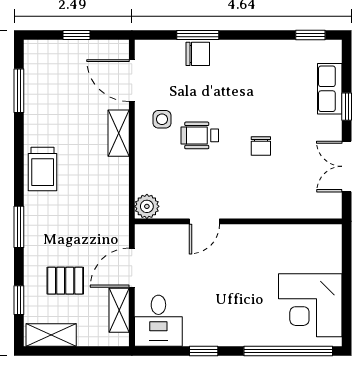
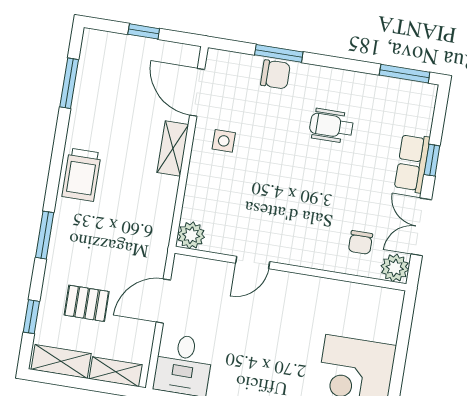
window: (310, 35) -> (405, 74), width x1.50
row of seats: (330, 89) -> (412, 163), moved
wheelchair: (200, 135) -> (331, 126), moved
chair: (261, 146) -> (361, 242), moved
plant: (329, 206) -> (395, 268), added
shelving: (119, 310) -> (116, 372), moved, turned 90

